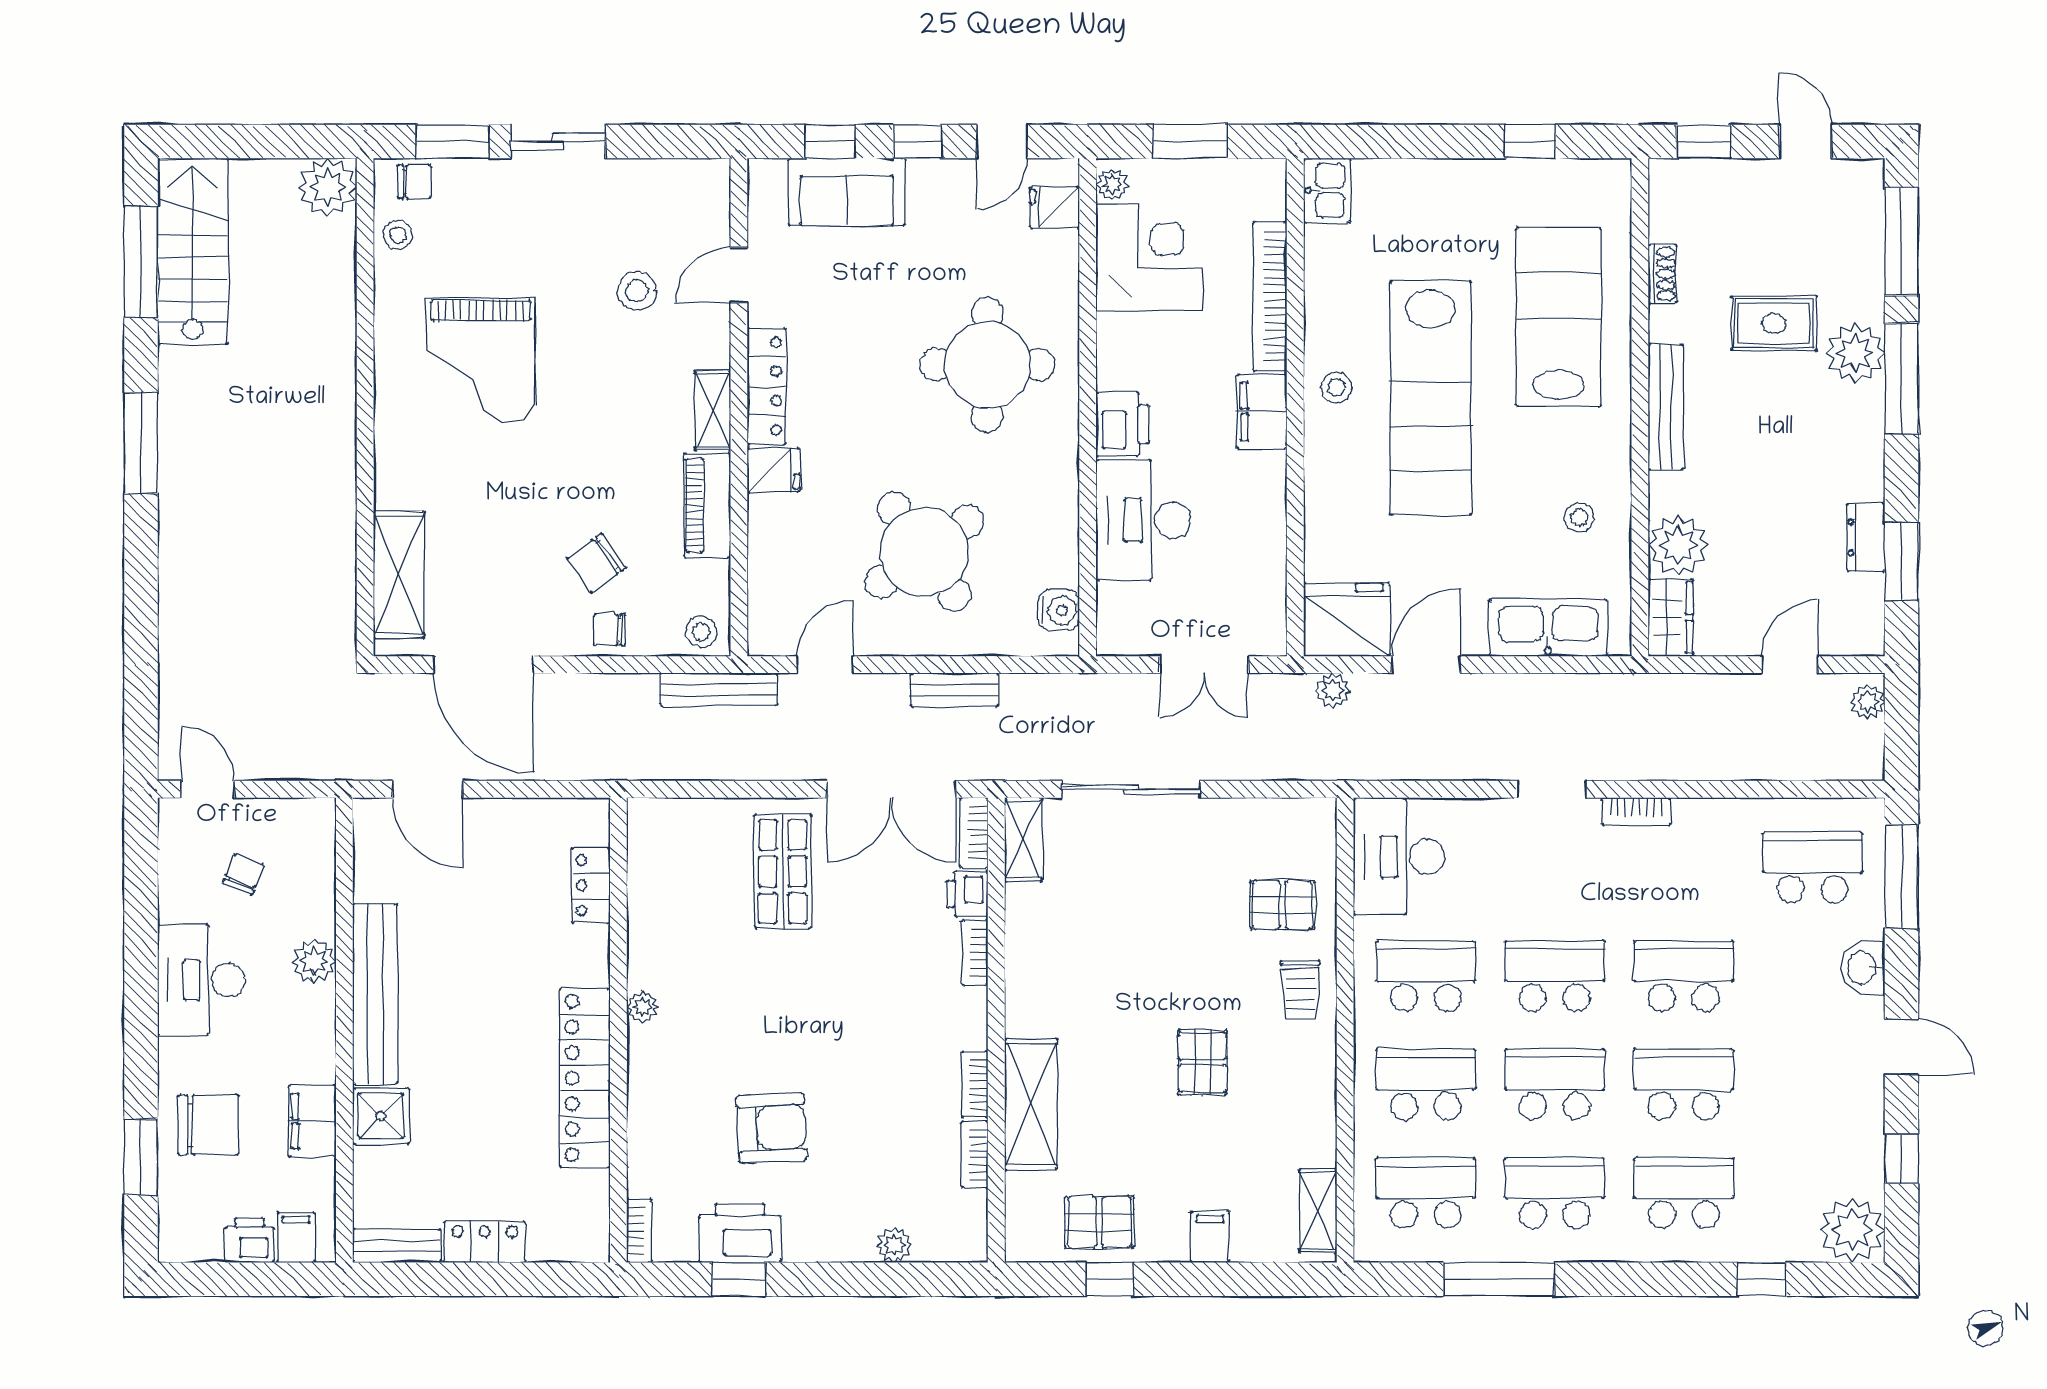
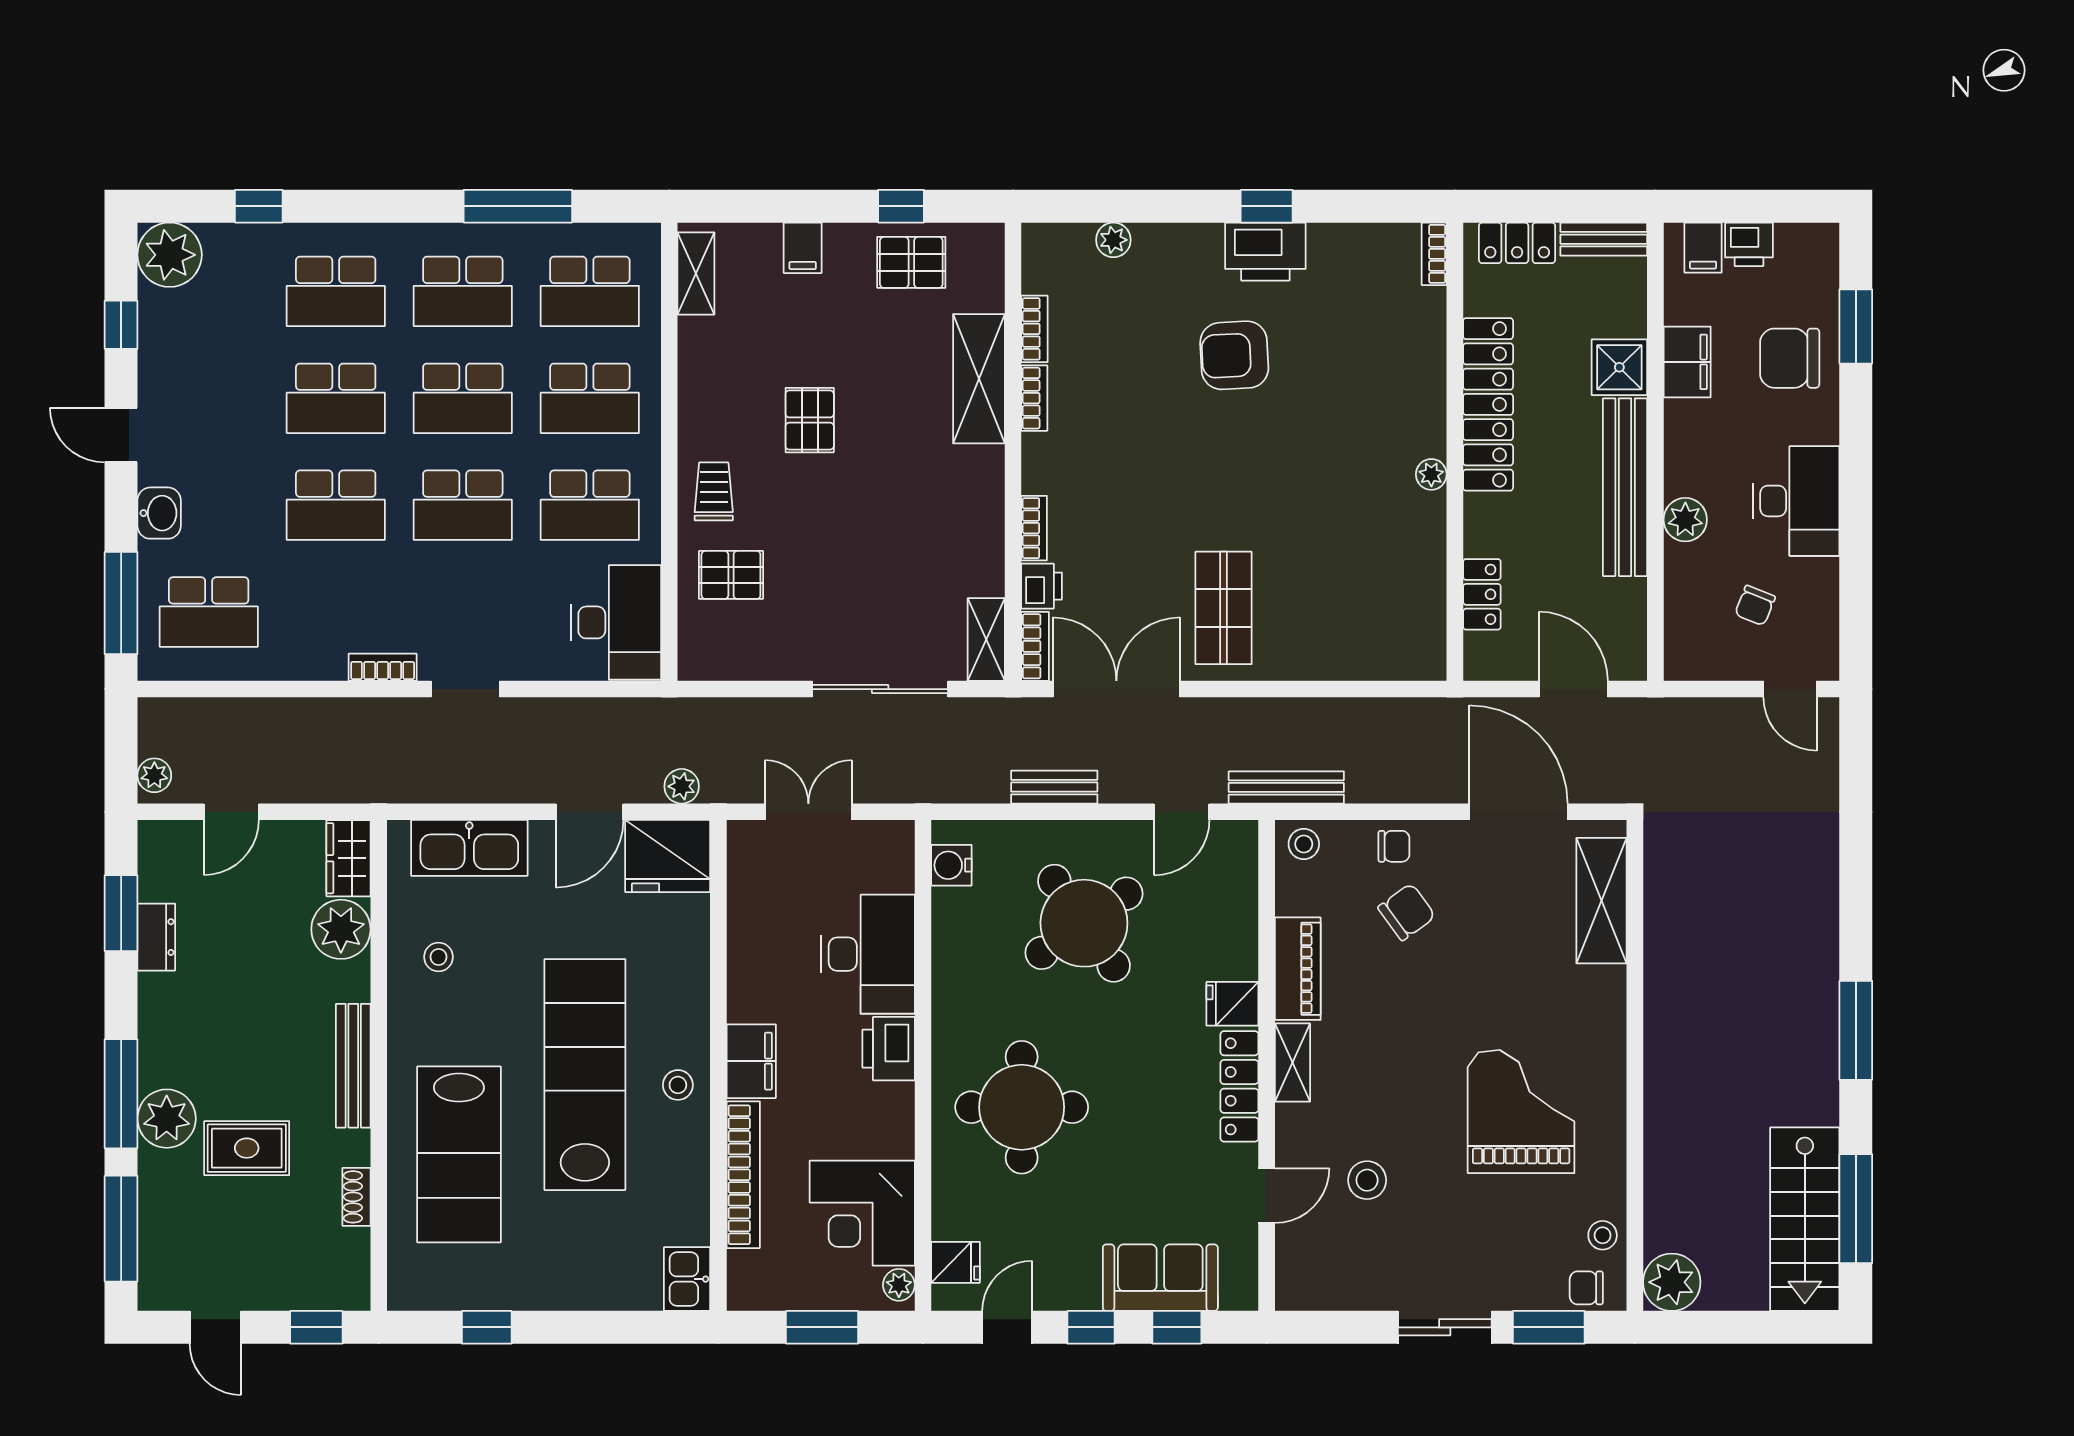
locker: (591, 885) -> (1482, 594), moved
plant: (642, 1007) -> (1431, 474), moved
wall: (618, 1030) -> (1455, 452), moved
locker: (585, 1078) -> (1488, 404), moved
bookcase: (639, 1231) -> (1434, 254), moved

